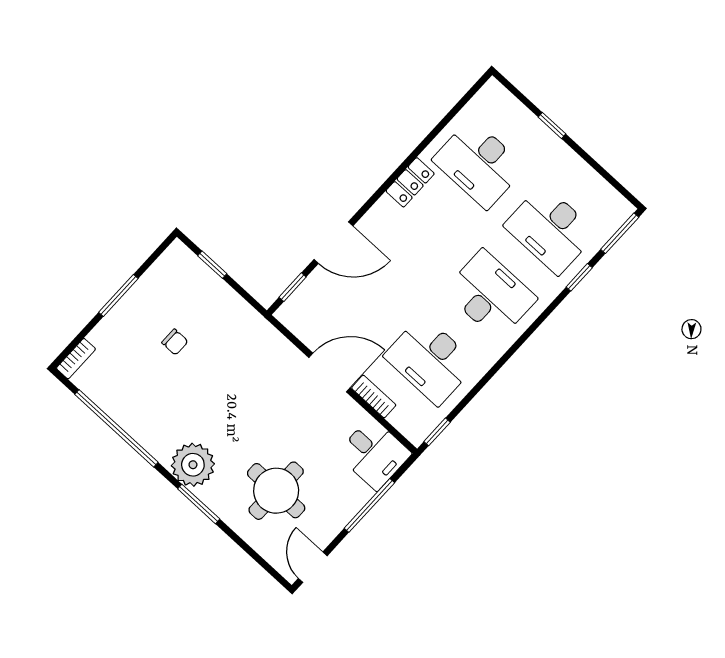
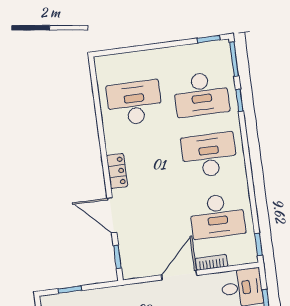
window: (552, 126) -> (209, 39), moved
desk: (479, 164) -> (135, 103), turned 180
locker: (410, 182) -> (117, 171), moved
door: (333, 243) -> (112, 215), swing flipped

